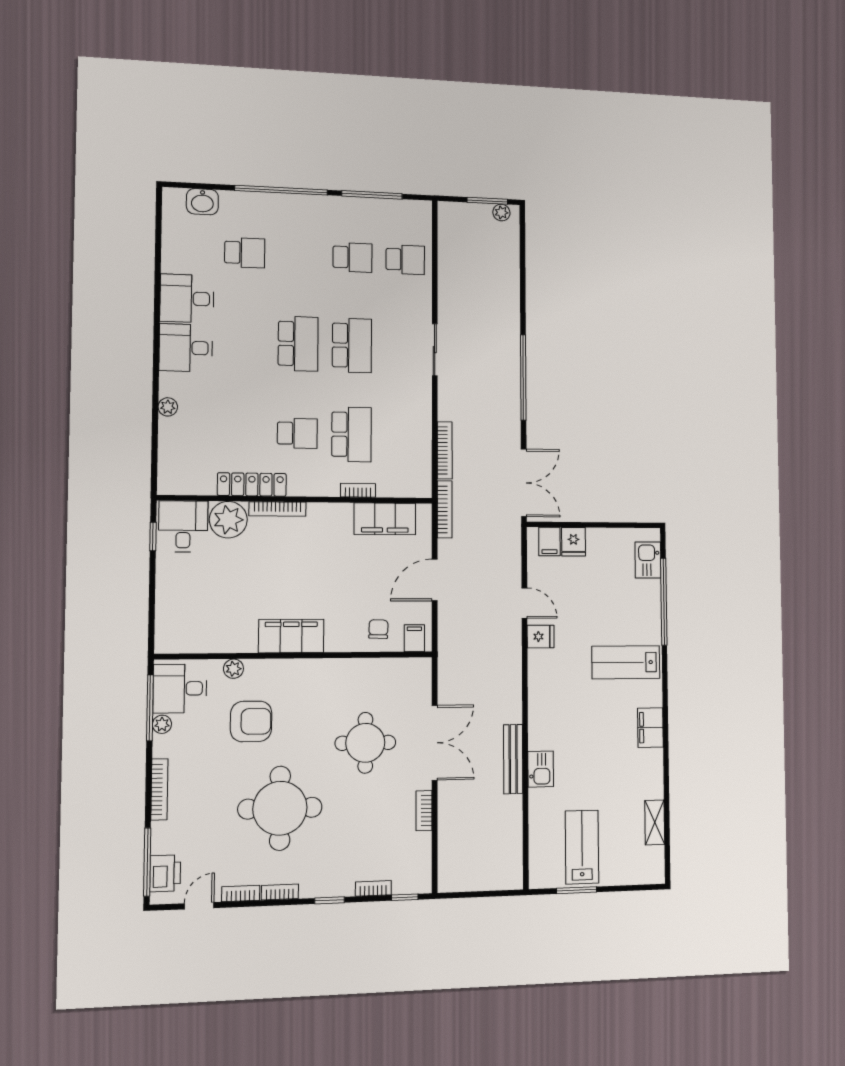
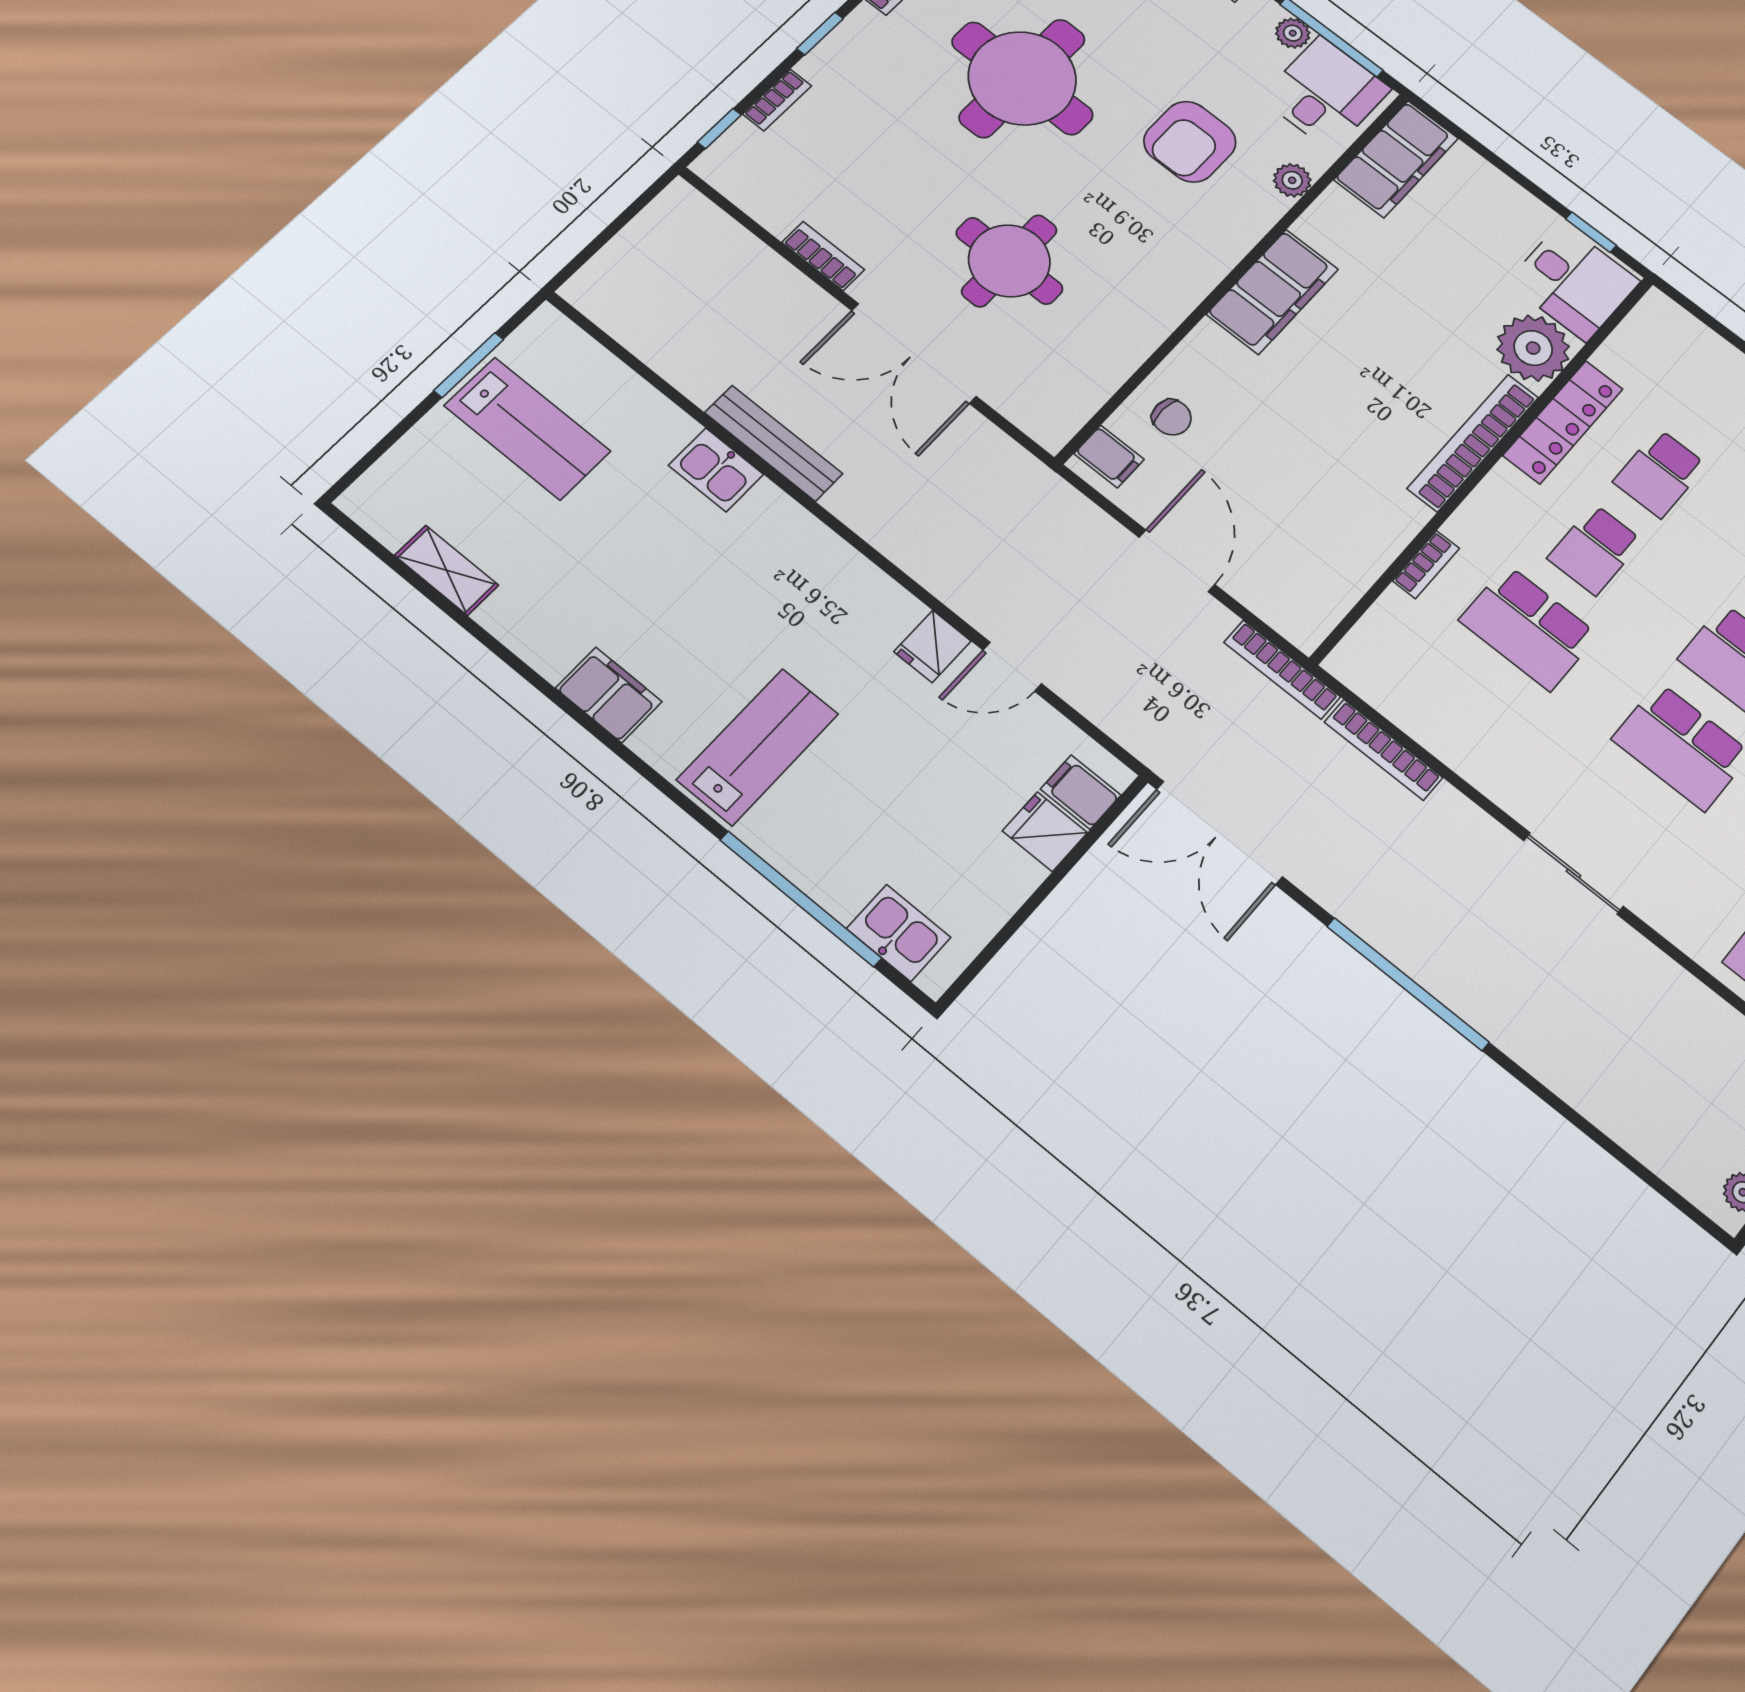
school desk: (242, 432) -> (1660, 473), added
bookcase: (277, 509) -> (1473, 443), width x1.48, depth x1.31
filing cabinet: (385, 519) -> (1396, 159), moved, turned 180

